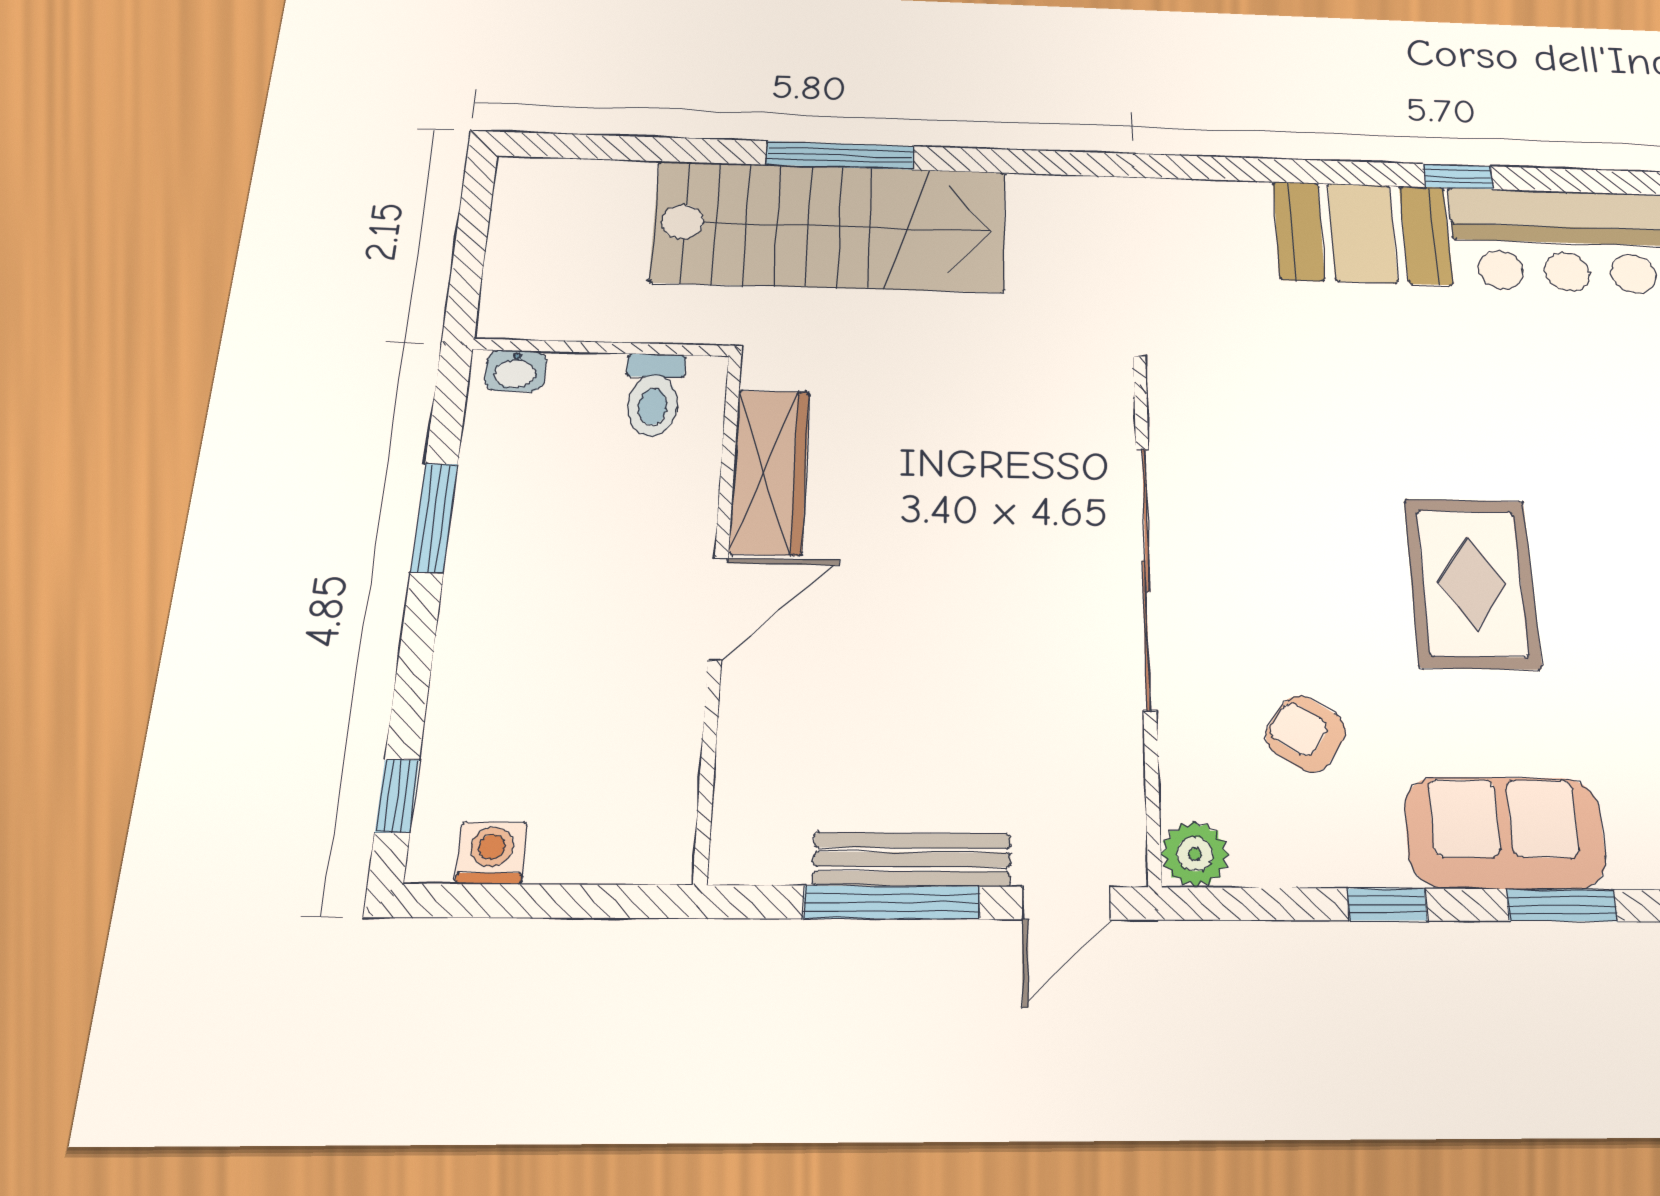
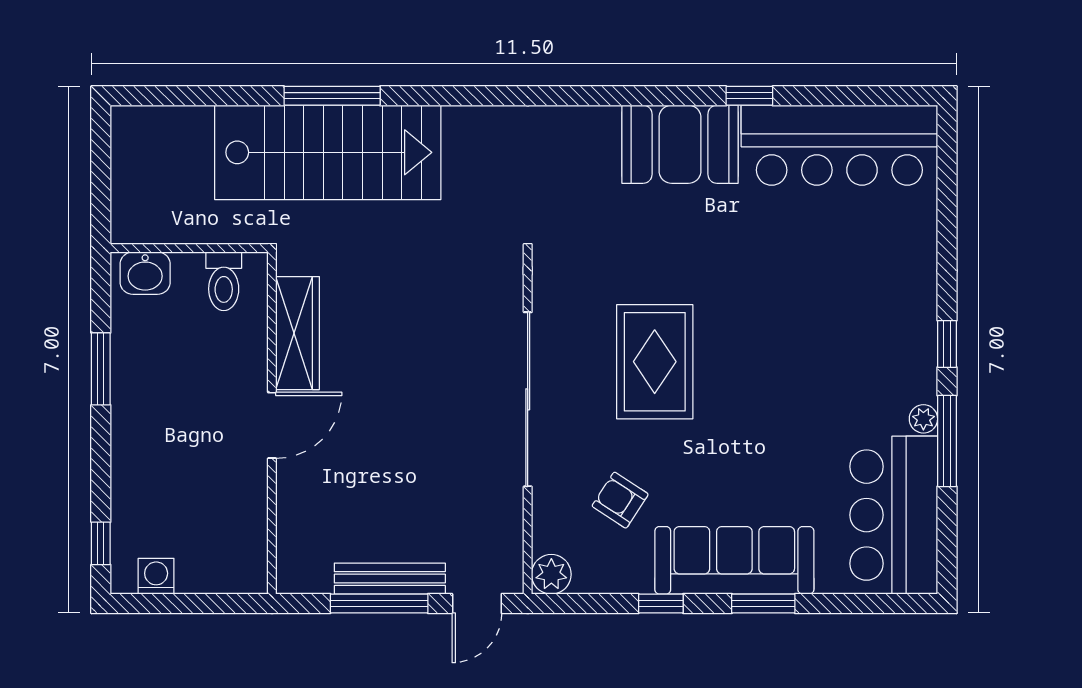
washbasin: (515, 371) -> (145, 273), width x1.38, depth x1.45
rug: (1472, 583) -> (655, 362), moved
sofa: (1505, 833) -> (734, 560), width x1.36

